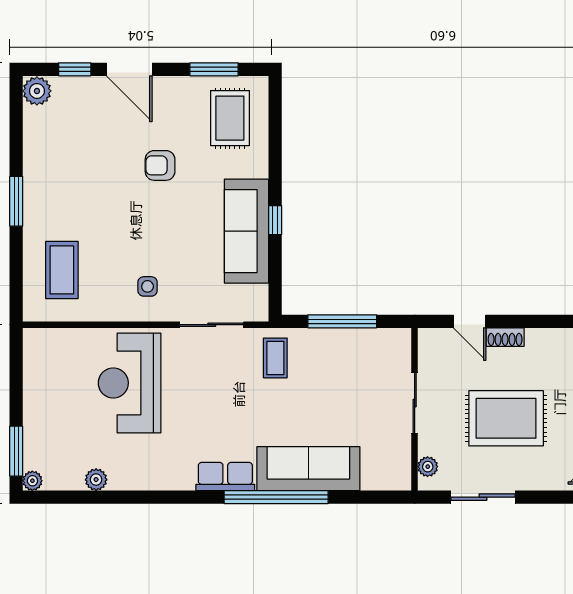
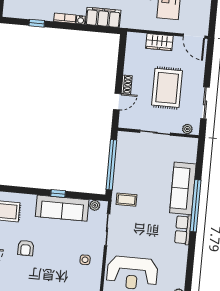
plant: (258, 296) -> (95, 205), added
window: (342, 321) -> (111, 165), width x1.46

